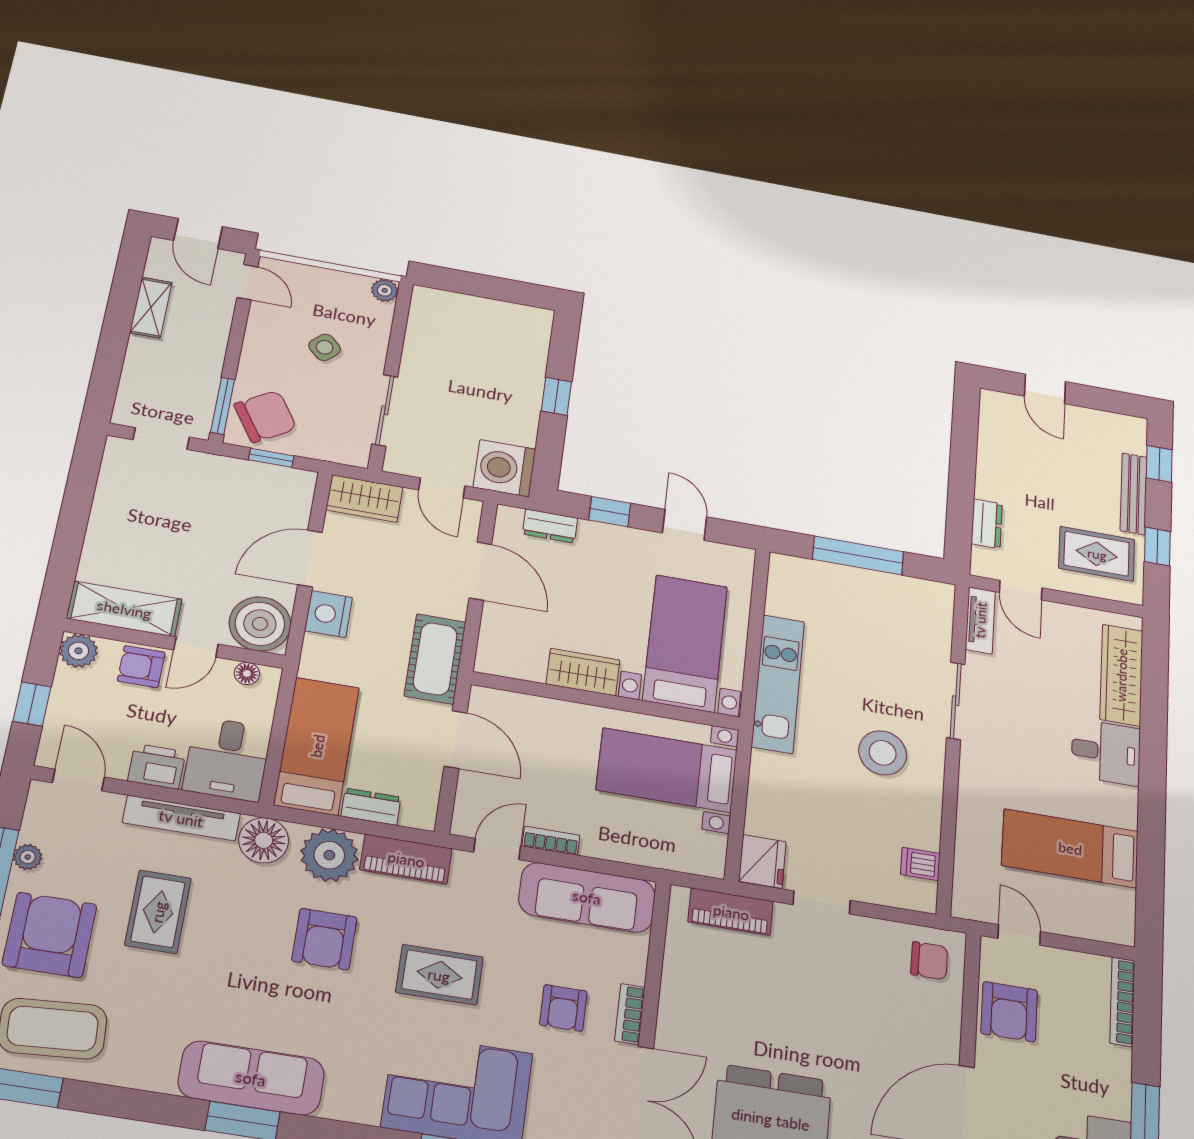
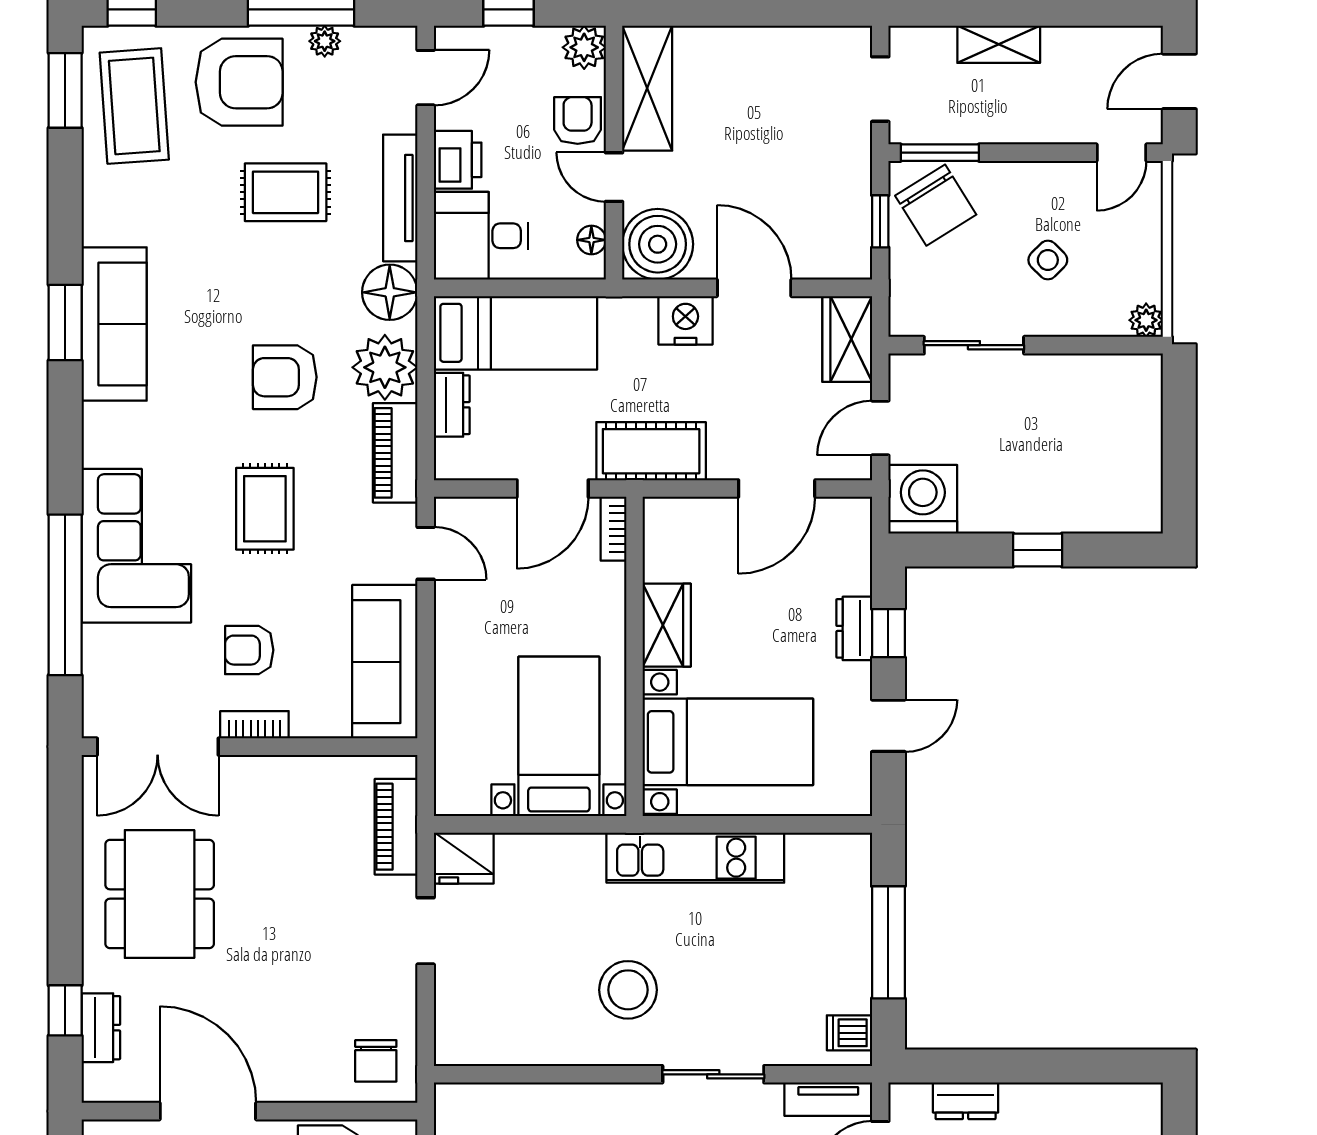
shelving: (151, 308) -> (999, 44), moved
dresser: (550, 526) -> (854, 628), moved
bookcase: (551, 841) -> (614, 529), moved, turned 180
dishwasher: (920, 864) -> (849, 1033), moved, turned -90

